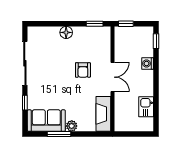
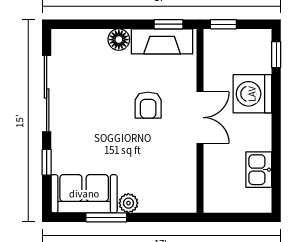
washing machine: (148, 63) -> (252, 94), width x1.89, depth x1.89
fireplace: (103, 114) -> (162, 41), moved, turned -90

